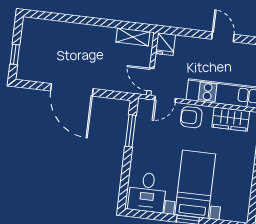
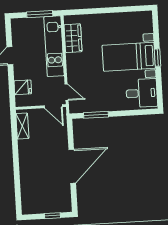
fridge: (165, 44) -> (23, 87), moved
door: (150, 80) -> (53, 106), hinge flipped
armchair: (191, 117) -> (77, 69), removed

